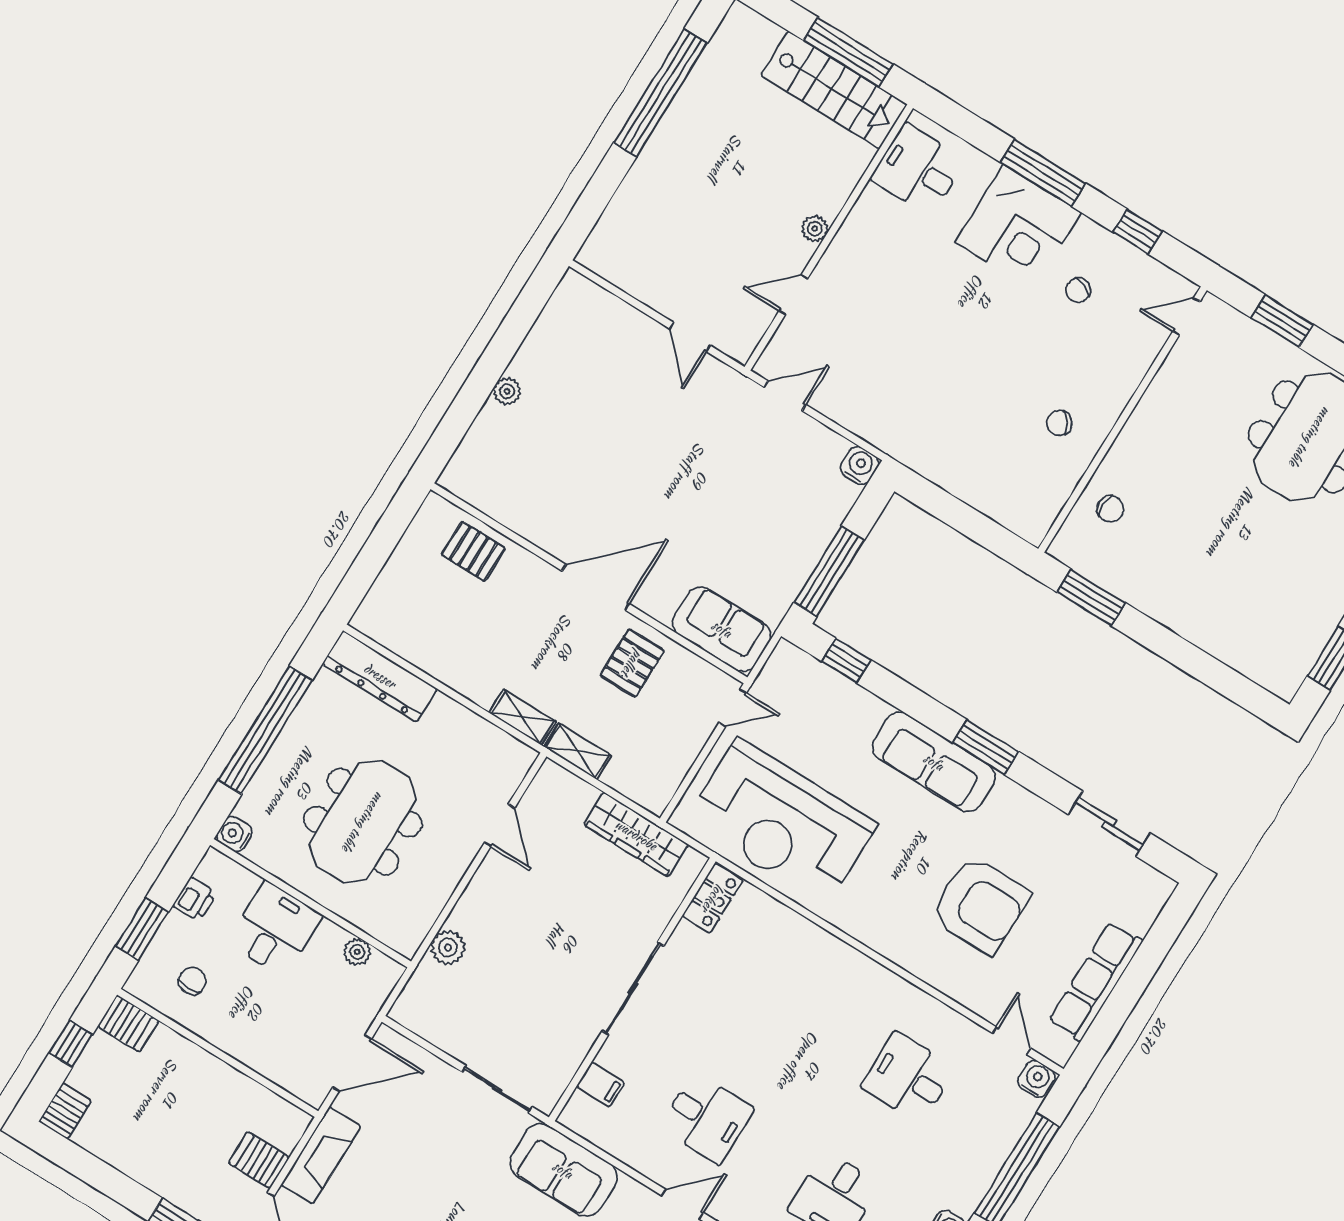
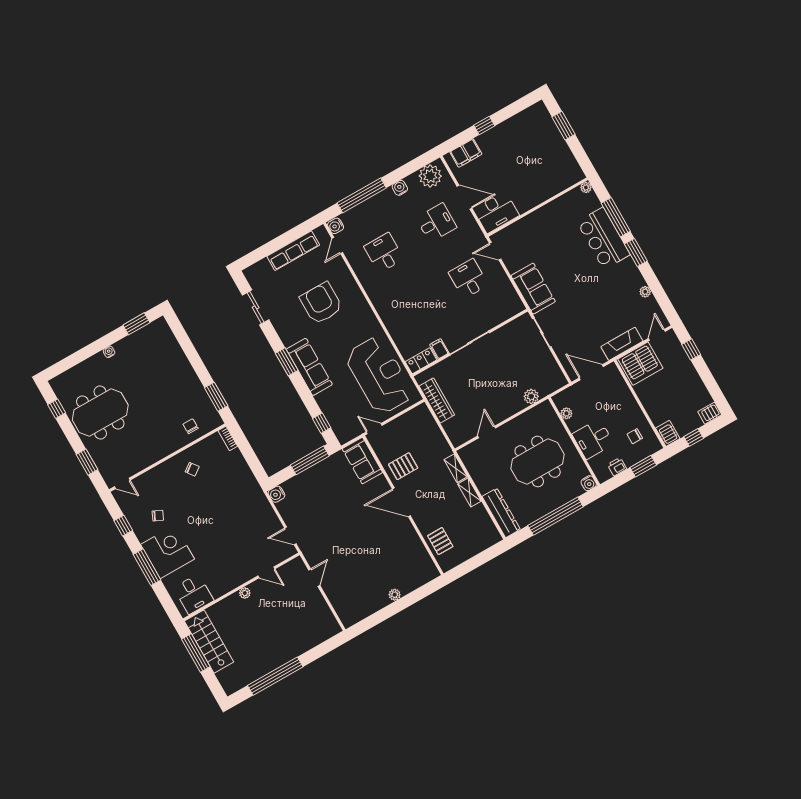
bookcase: (1021, 525) -> (228, 438), added
shelving: (578, 751) -> (469, 492), moved
desk: (908, 1078) -> (384, 253), turned 180
filing cabinet: (601, 1084) -> (439, 349), moved
server rack: (259, 1160) -> (640, 364), width x2.18, depth x1.44

